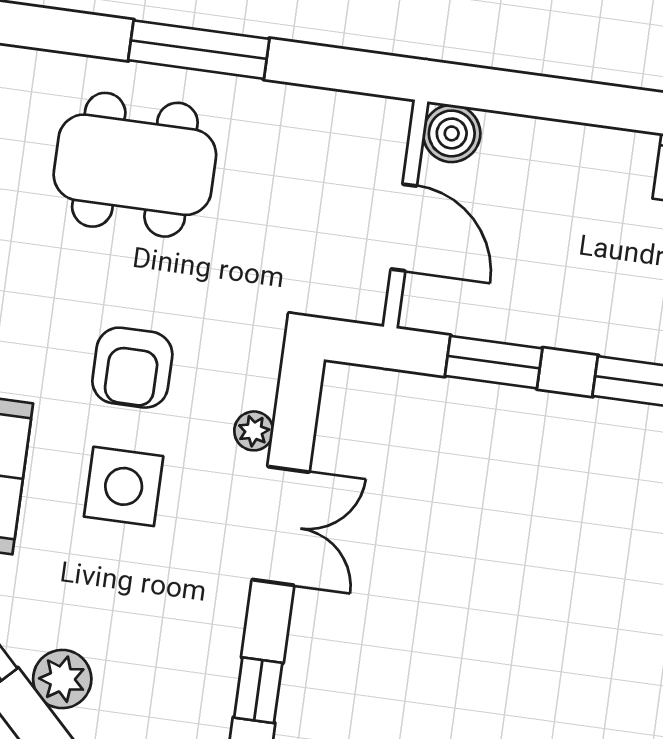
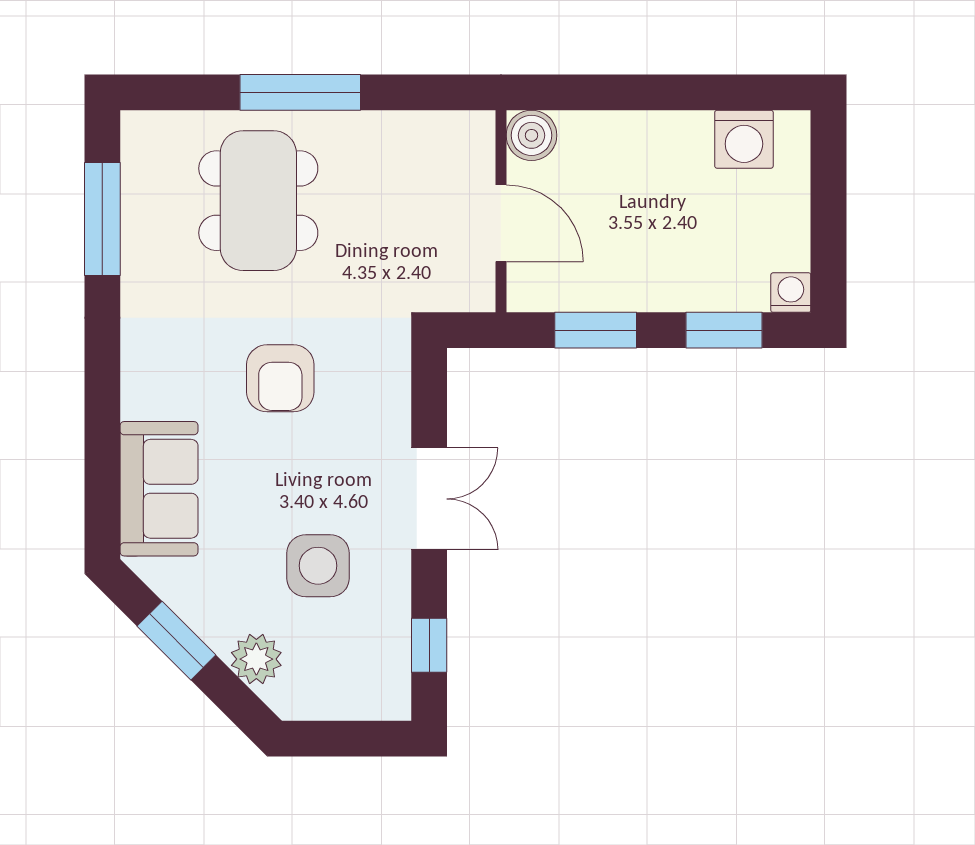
dining table: (135, 165) -> (258, 201), turned 90
plant: (254, 431) -> (394, 419), removed
side table: (124, 486) -> (318, 566), moved

